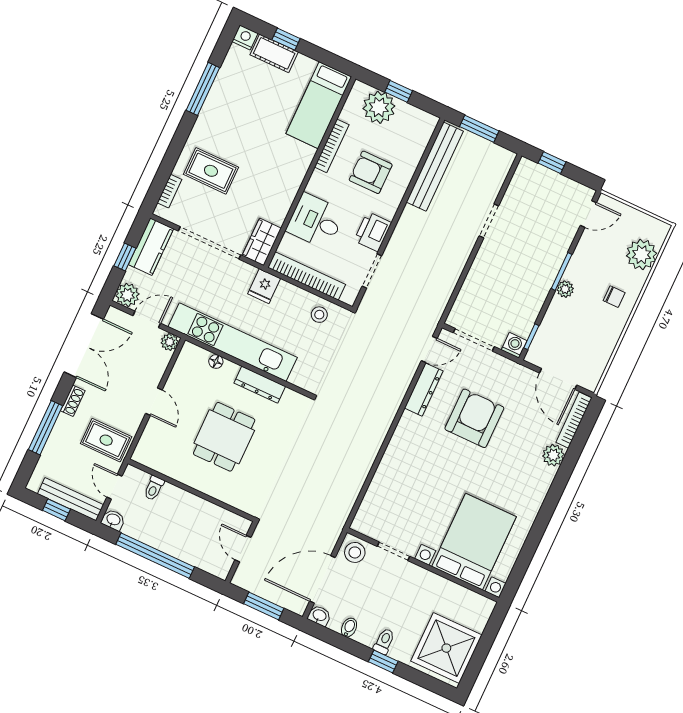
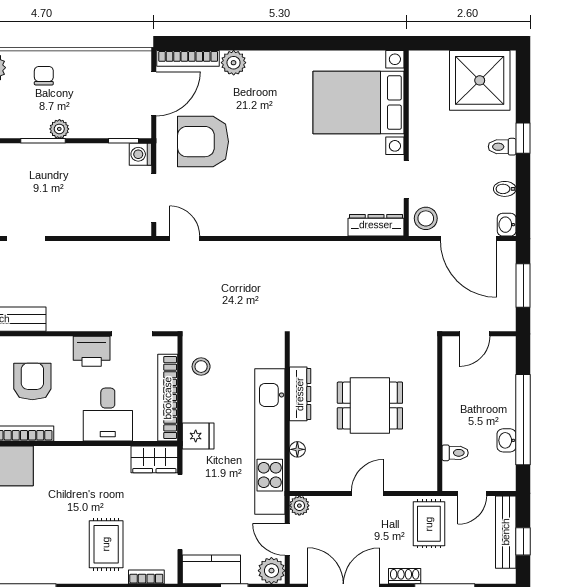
armchair: (371, 172) -> (32, 381), turned 180
dresser: (424, 390) -> (376, 225), moved
armchair: (474, 418) -> (203, 142), moved
washbasin: (113, 520) -> (507, 440), moved

